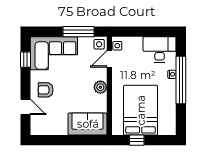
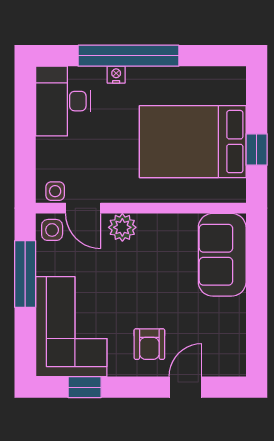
plant: (100, 87) -> (122, 227), moved

